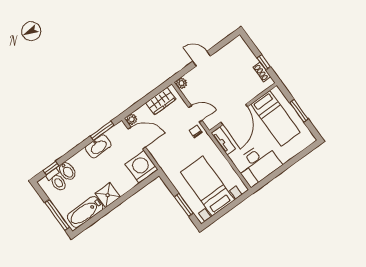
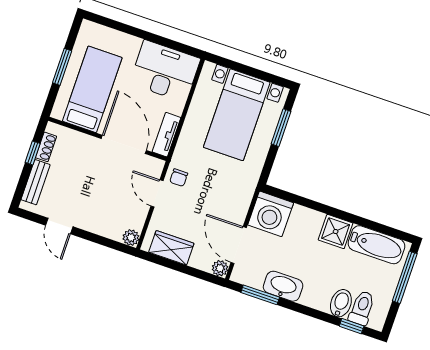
bench: (247, 53) -> (36, 182), added
door: (202, 59) -> (59, 226), moved
door: (234, 114) -> (124, 144), hinge flipped

